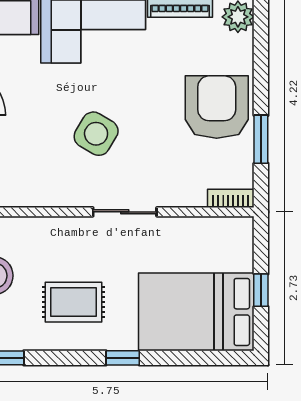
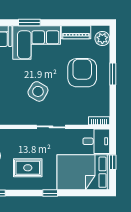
armchair: (217, 107) -> (82, 73), moved
window: (261, 139) -> (113, 74), moved
desk: (225, 244) -> (96, 141), added

